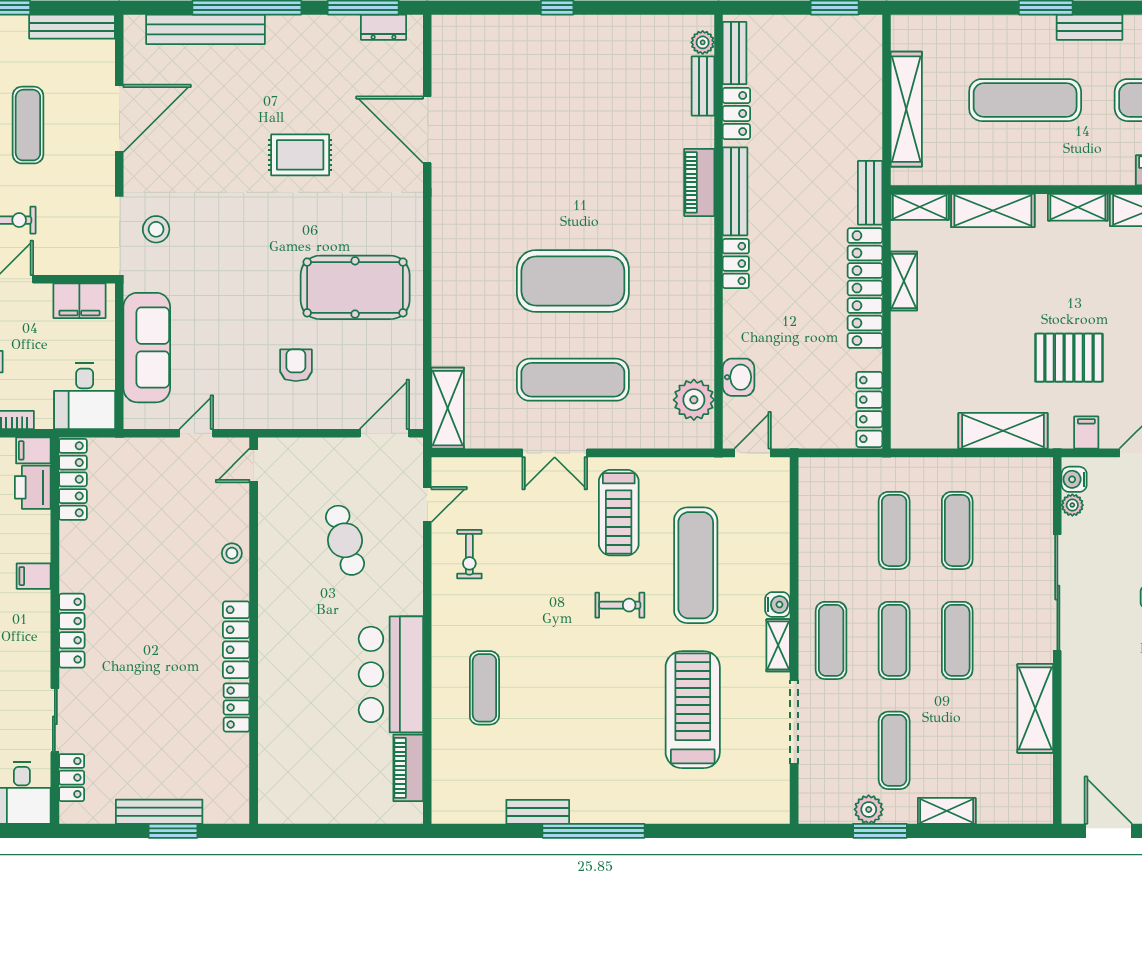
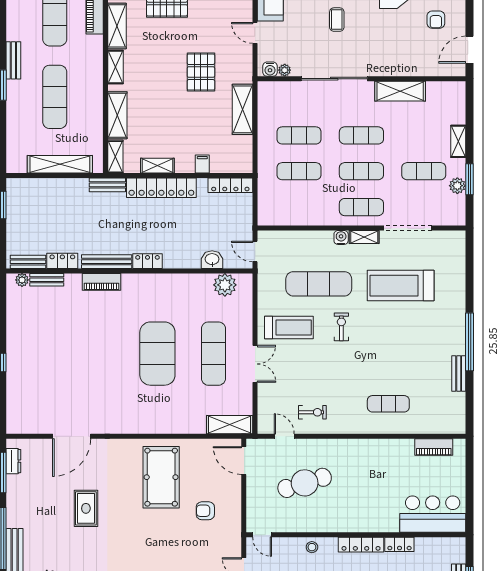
filing cabinet: (1086, 433) -> (202, 164), moved, turned 90
cafe table: (345, 540) -> (305, 483), width x1.37, depth x1.35
bar counter: (391, 674) -> (433, 514), moved, turned 180

